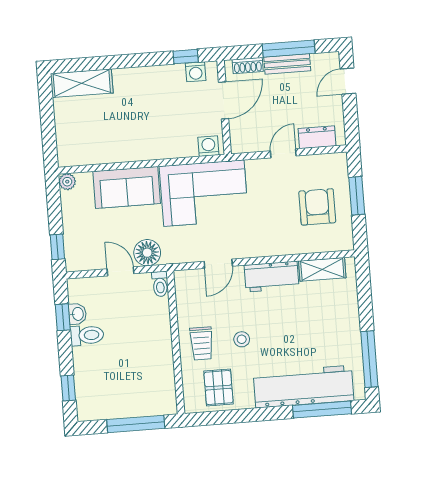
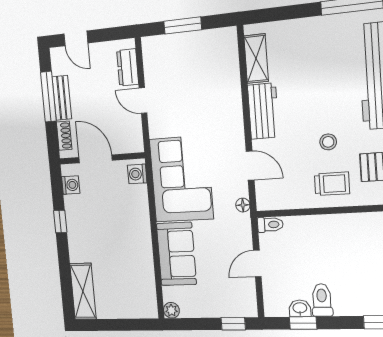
window: (186, 57) -> (60, 222), moved
armchair: (317, 207) -> (194, 65), removed
floor lamp: (147, 253) -> (243, 205), moved, width x0.53, depth x0.53

